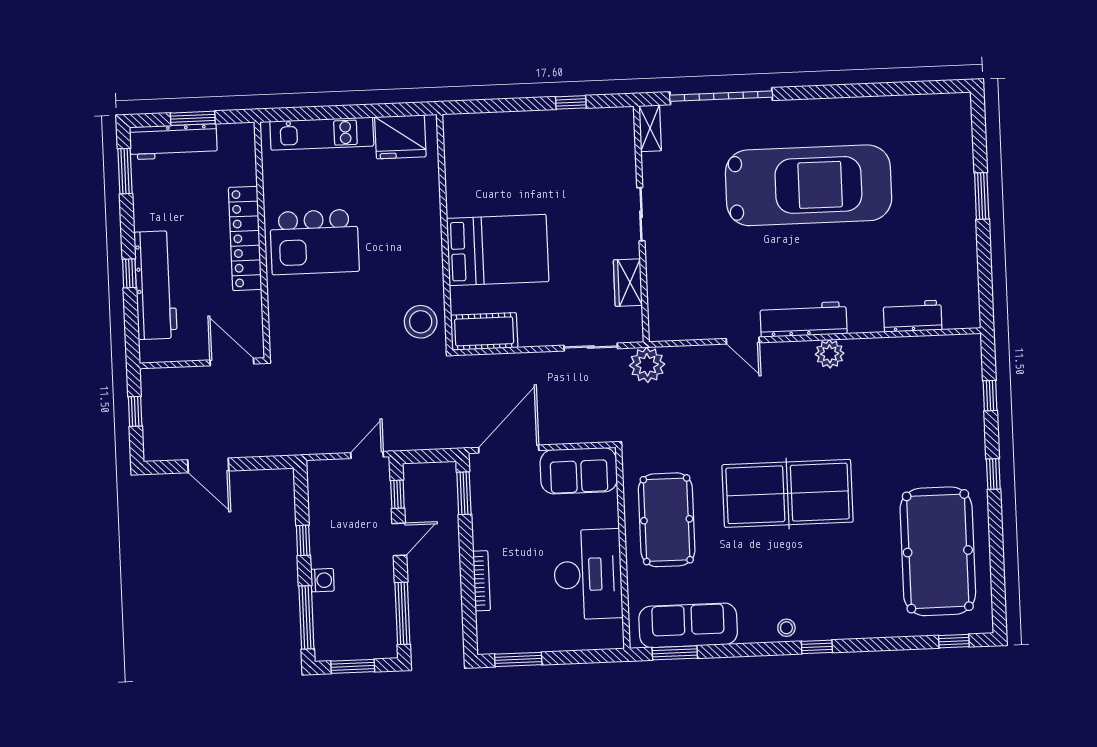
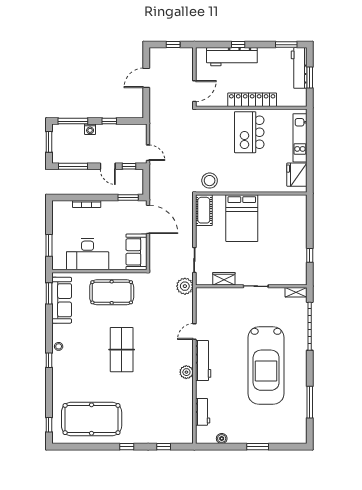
window: (883, 89) -> (310, 402), added
boiler: (968, 273) -> (222, 439), added
table tennis table: (788, 493) -> (122, 350), width x0.73, depth x0.76
window: (518, 659) -> (49, 245), moved

